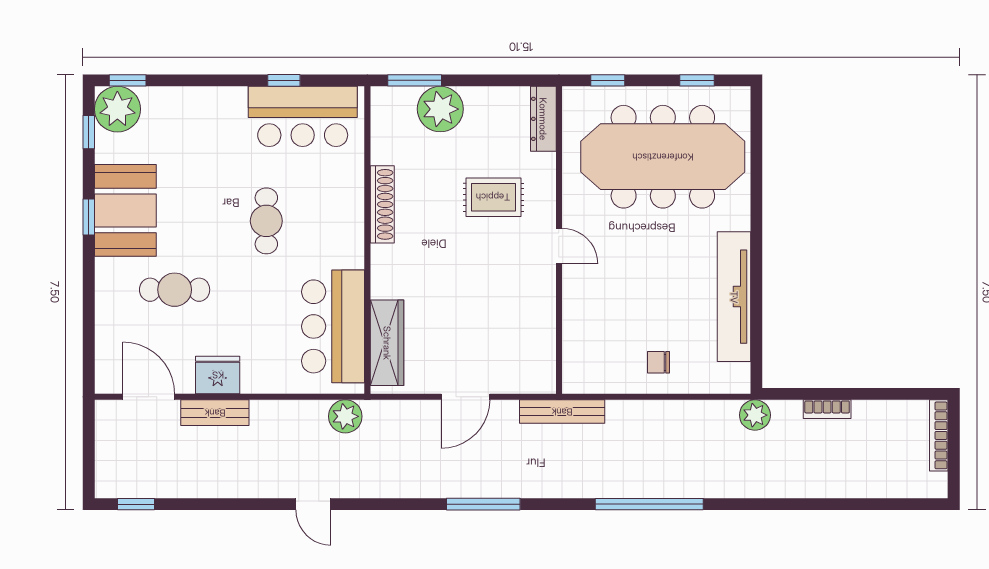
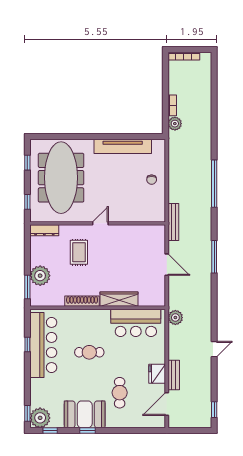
bar counter: (303, 116) -> (43, 345), width x1.36
wardrobe: (387, 343) -> (119, 299), moved
plant: (755, 415) -> (175, 124), moved
door: (313, 504) -> (214, 349), moved

